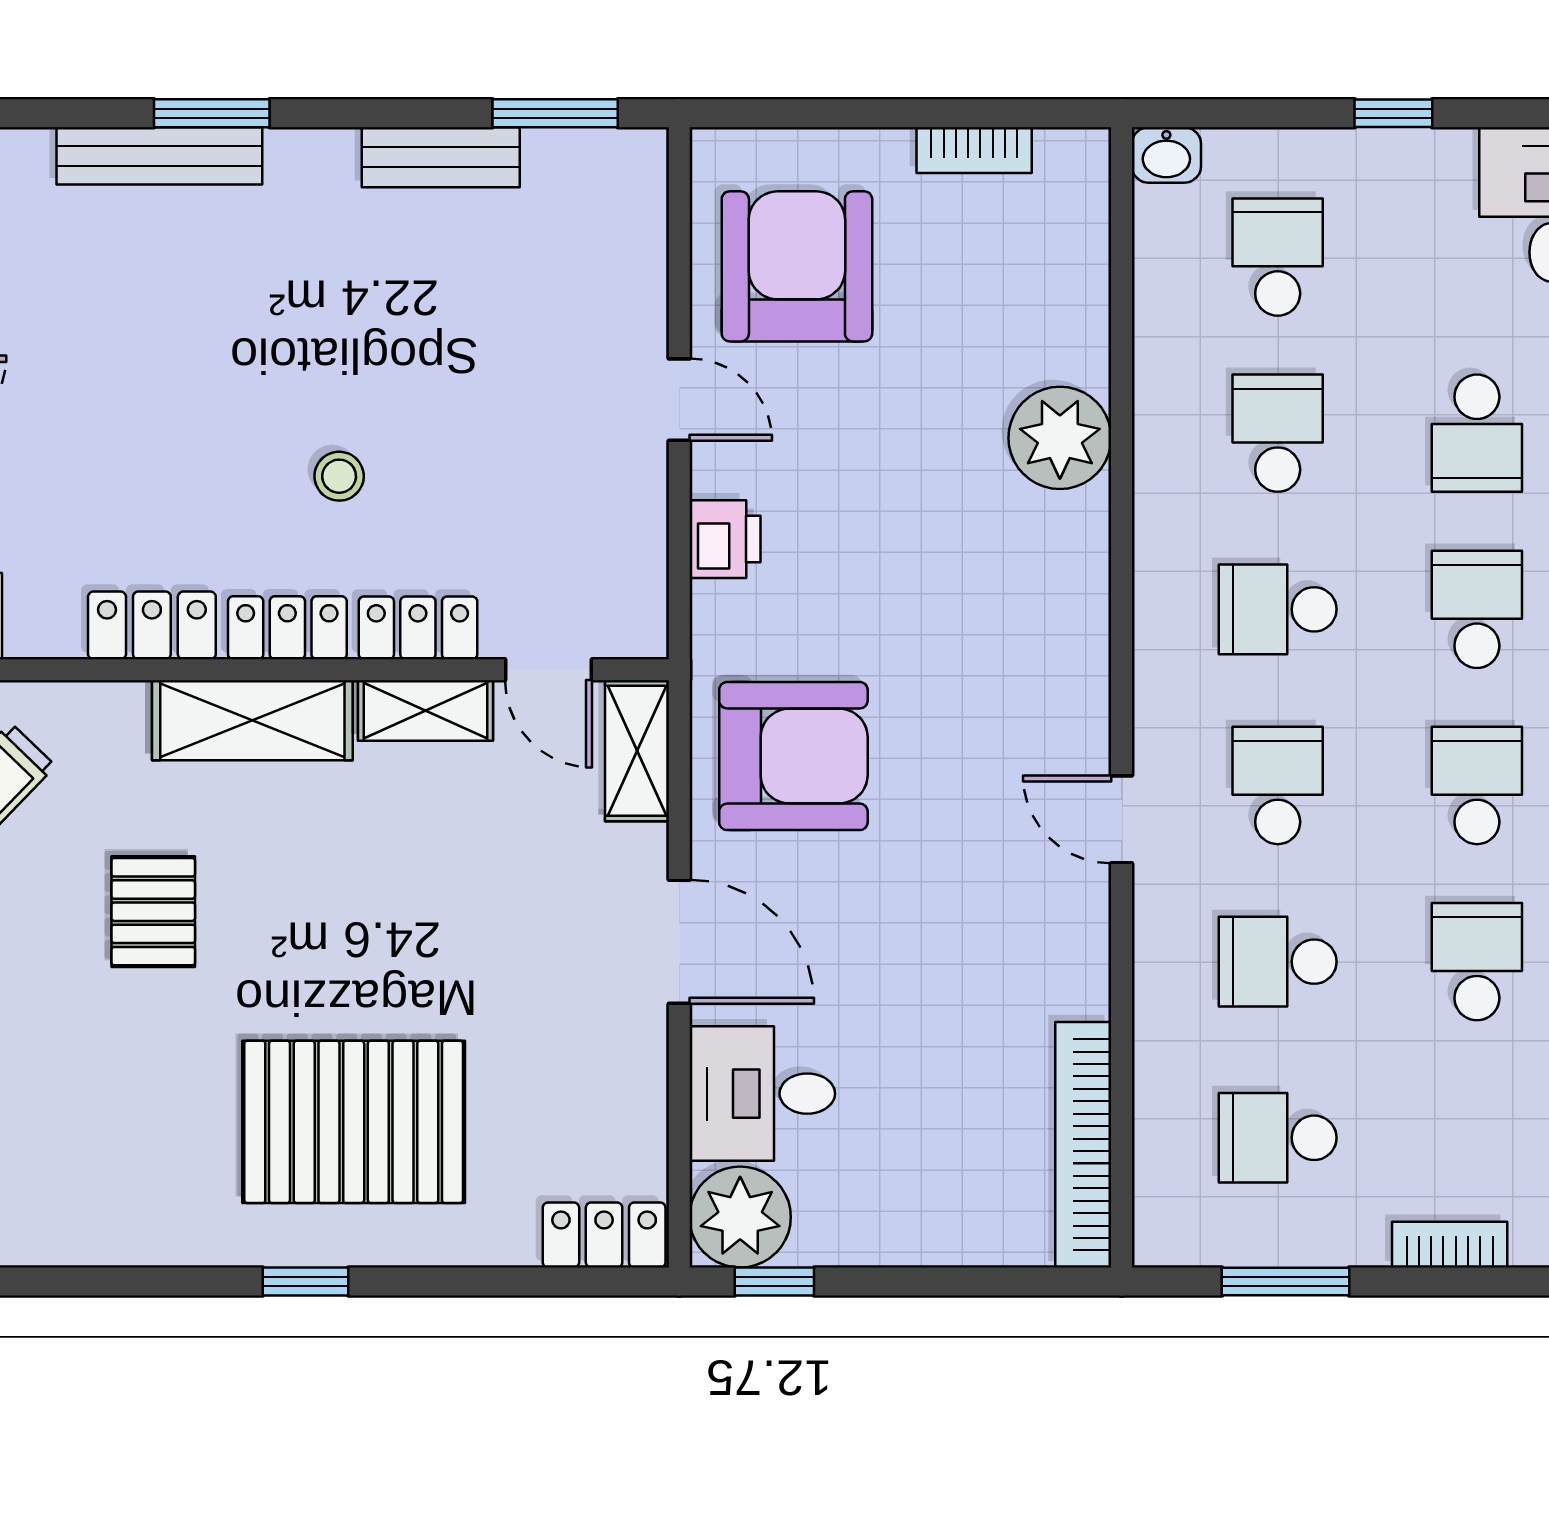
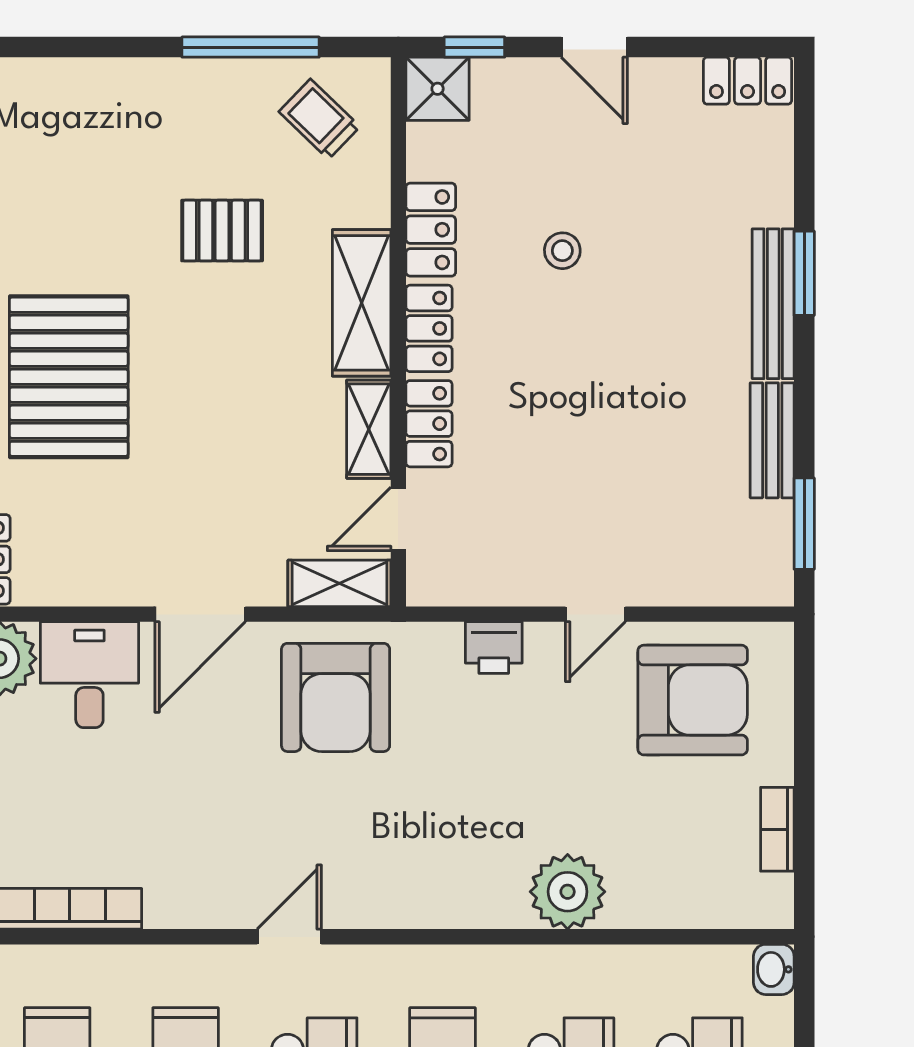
bench: (159, 156) -> (773, 304), moved
stool: (339, 476) -> (562, 251), moved

